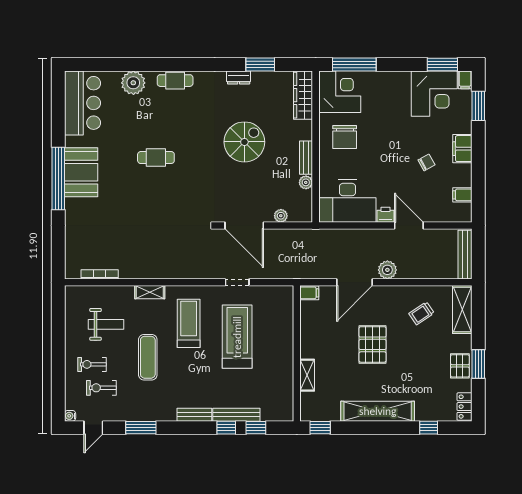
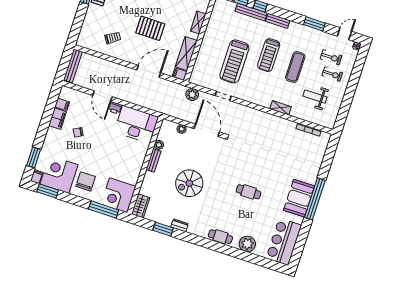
wardrobe: (303, 95) -> (141, 206), width x0.67
chair: (345, 137) -> (86, 181), moved
filing cabinet: (462, 149) -> (57, 119), moved
plant: (387, 270) -> (192, 94), moved
shelving: (462, 310) -> (186, 54), moved
treadmill: (189, 323) -> (269, 55), moved
pallet: (373, 344) -> (150, 28), turned 90

